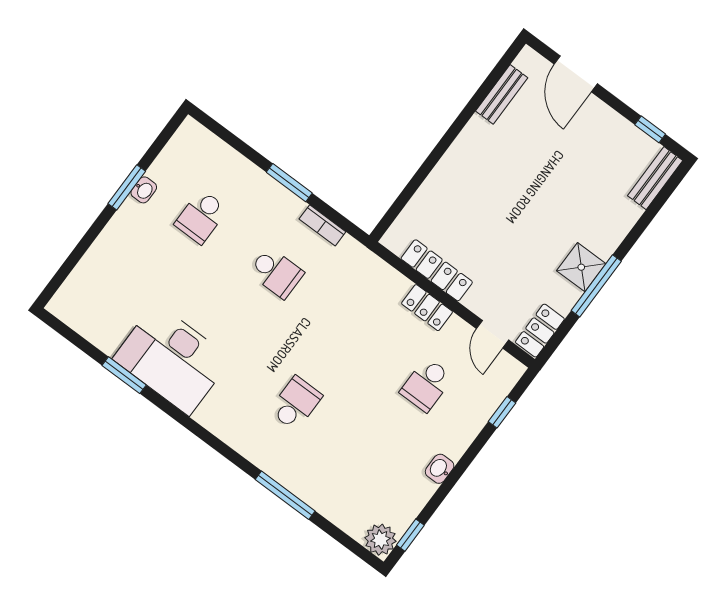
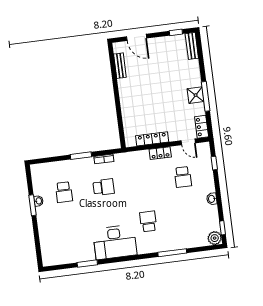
desk: (172, 359) -> (115, 242), moved

